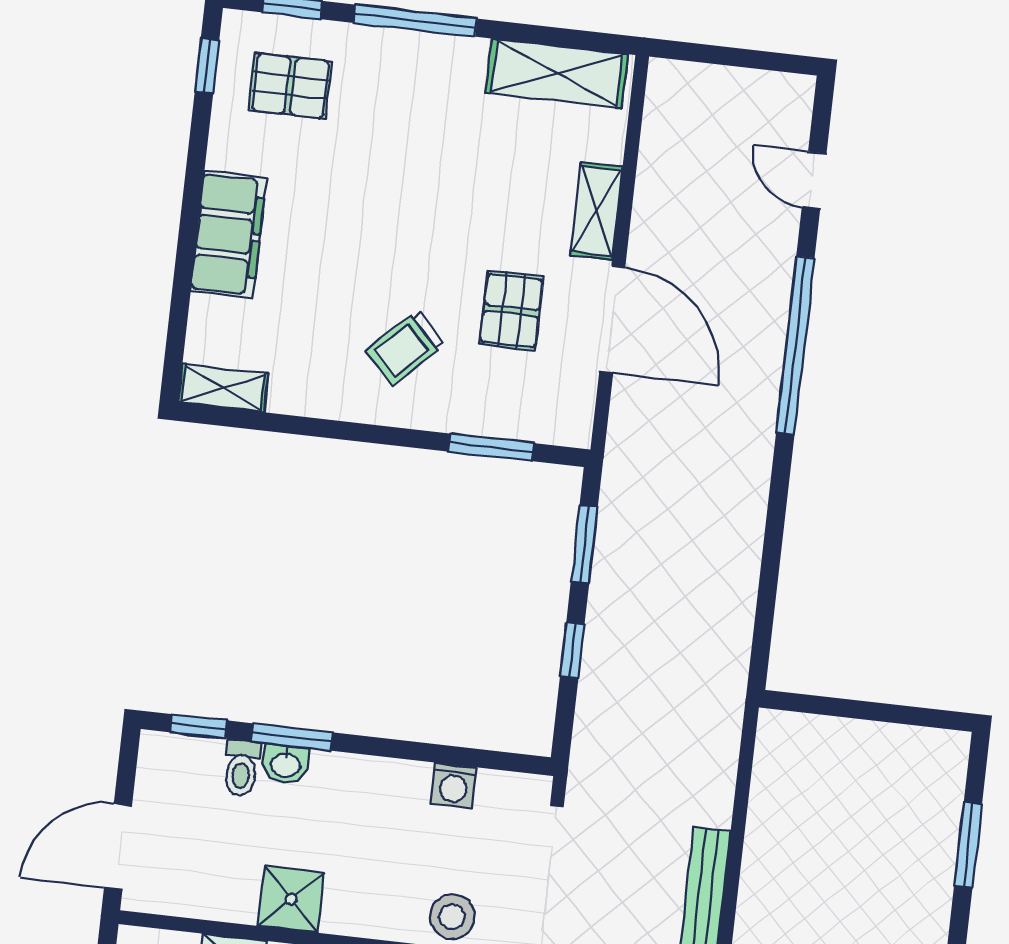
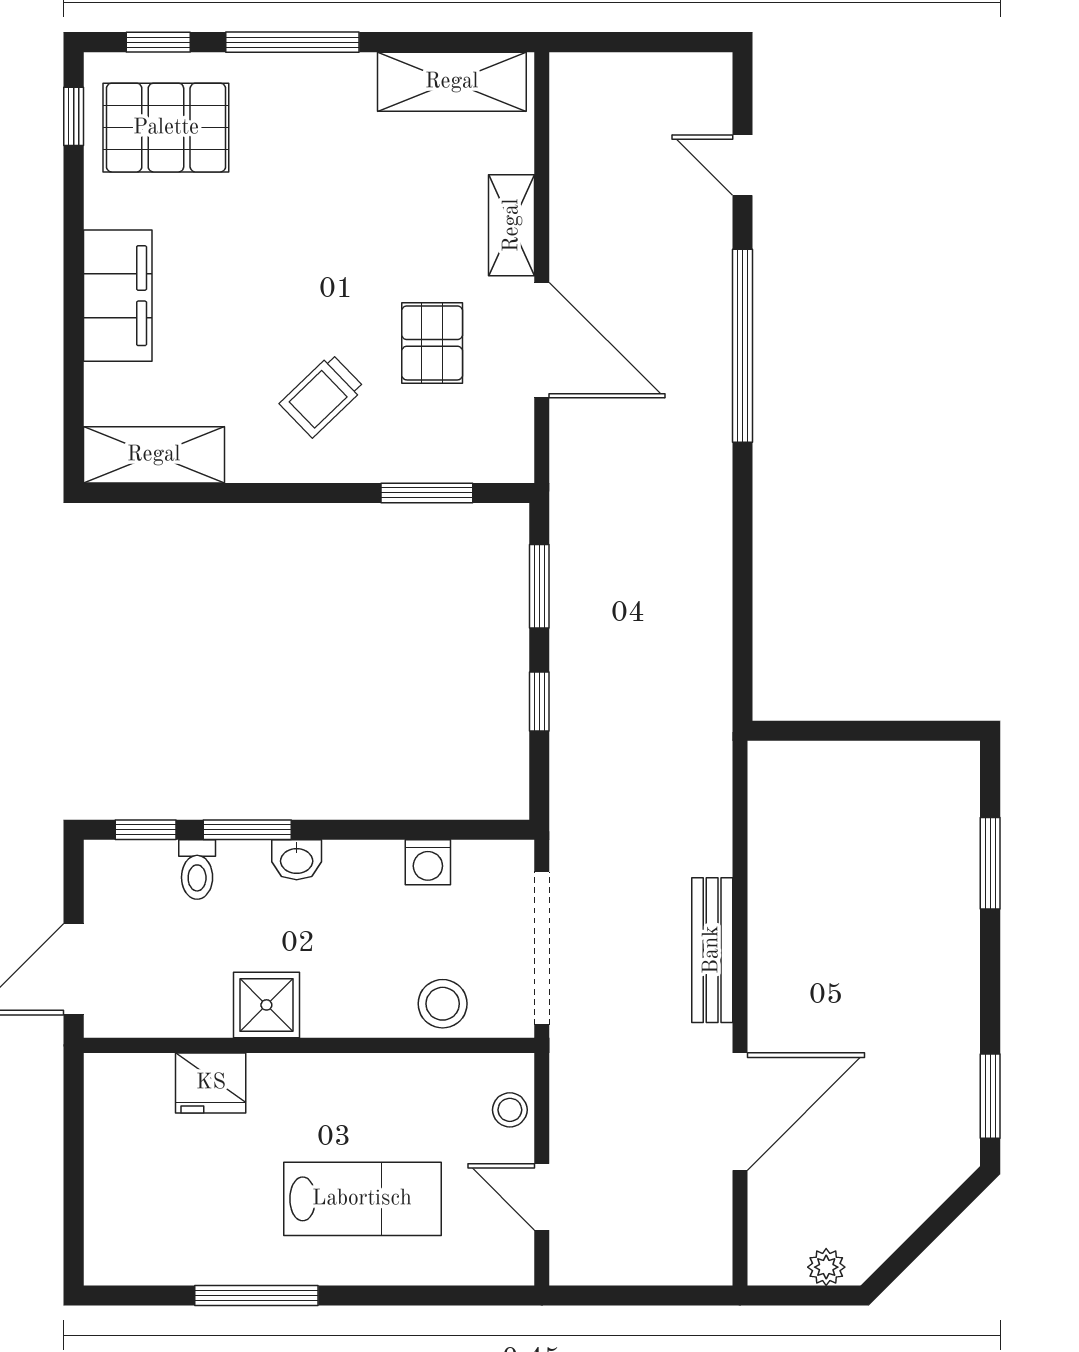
pallet: (290, 86) -> (166, 128), width x1.50, depth x1.42
shelving: (223, 388) -> (154, 455), width x1.50, depth x1.33
washbasin: (286, 764) -> (297, 860), moved

